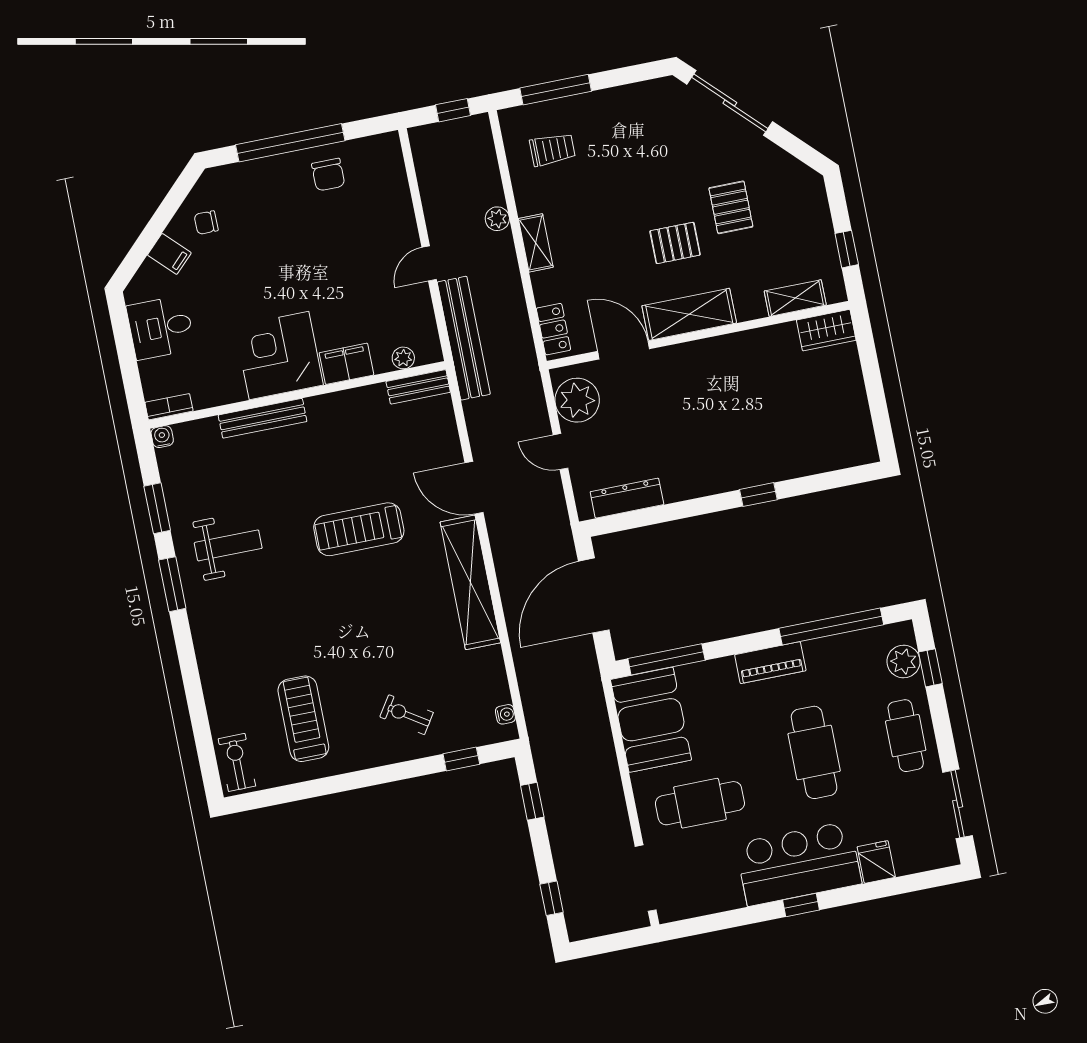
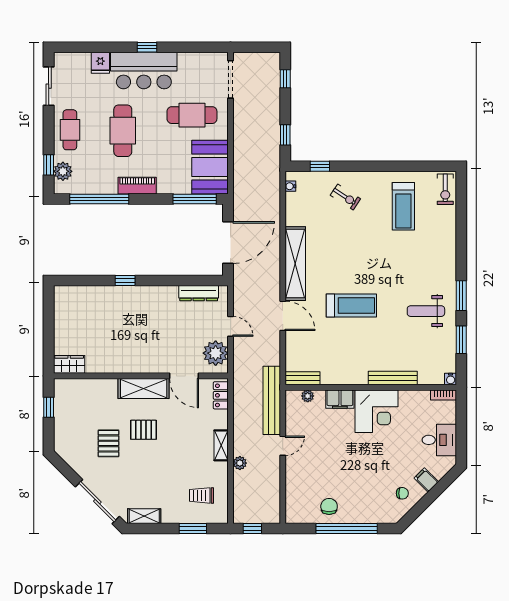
window: (556, 90) -> (193, 528), width x0.69
shelving: (795, 298) -> (144, 516), moved

